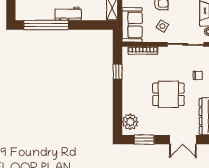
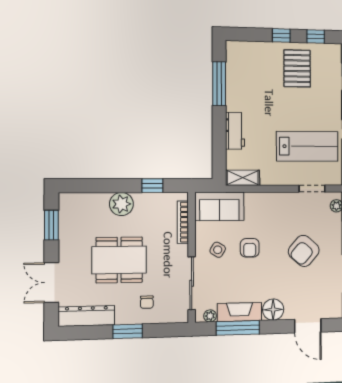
workbench: (68, 14) -> (235, 131), moved
window: (46, 25) -> (219, 84), width x0.68
dining table: (168, 94) -> (119, 260), width x1.37
plant: (130, 122) -> (121, 204), moved

